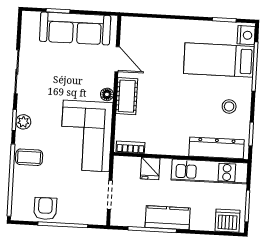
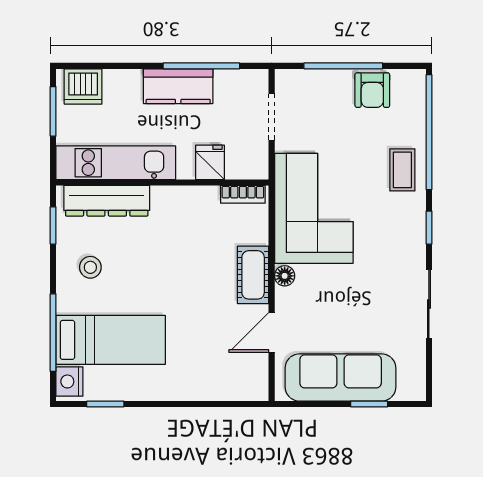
door: (117, 59) -> (272, 332), hinge flipped
plant: (23, 122) -> (414, 225), removed
coffee table: (29, 157) -> (402, 170), turned 90

